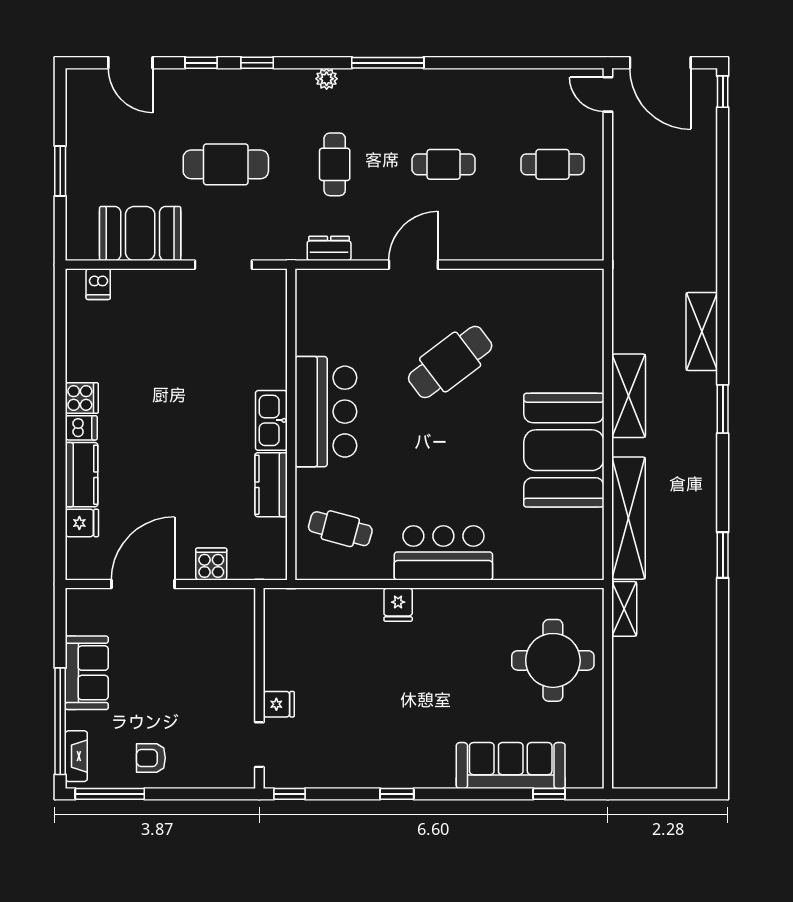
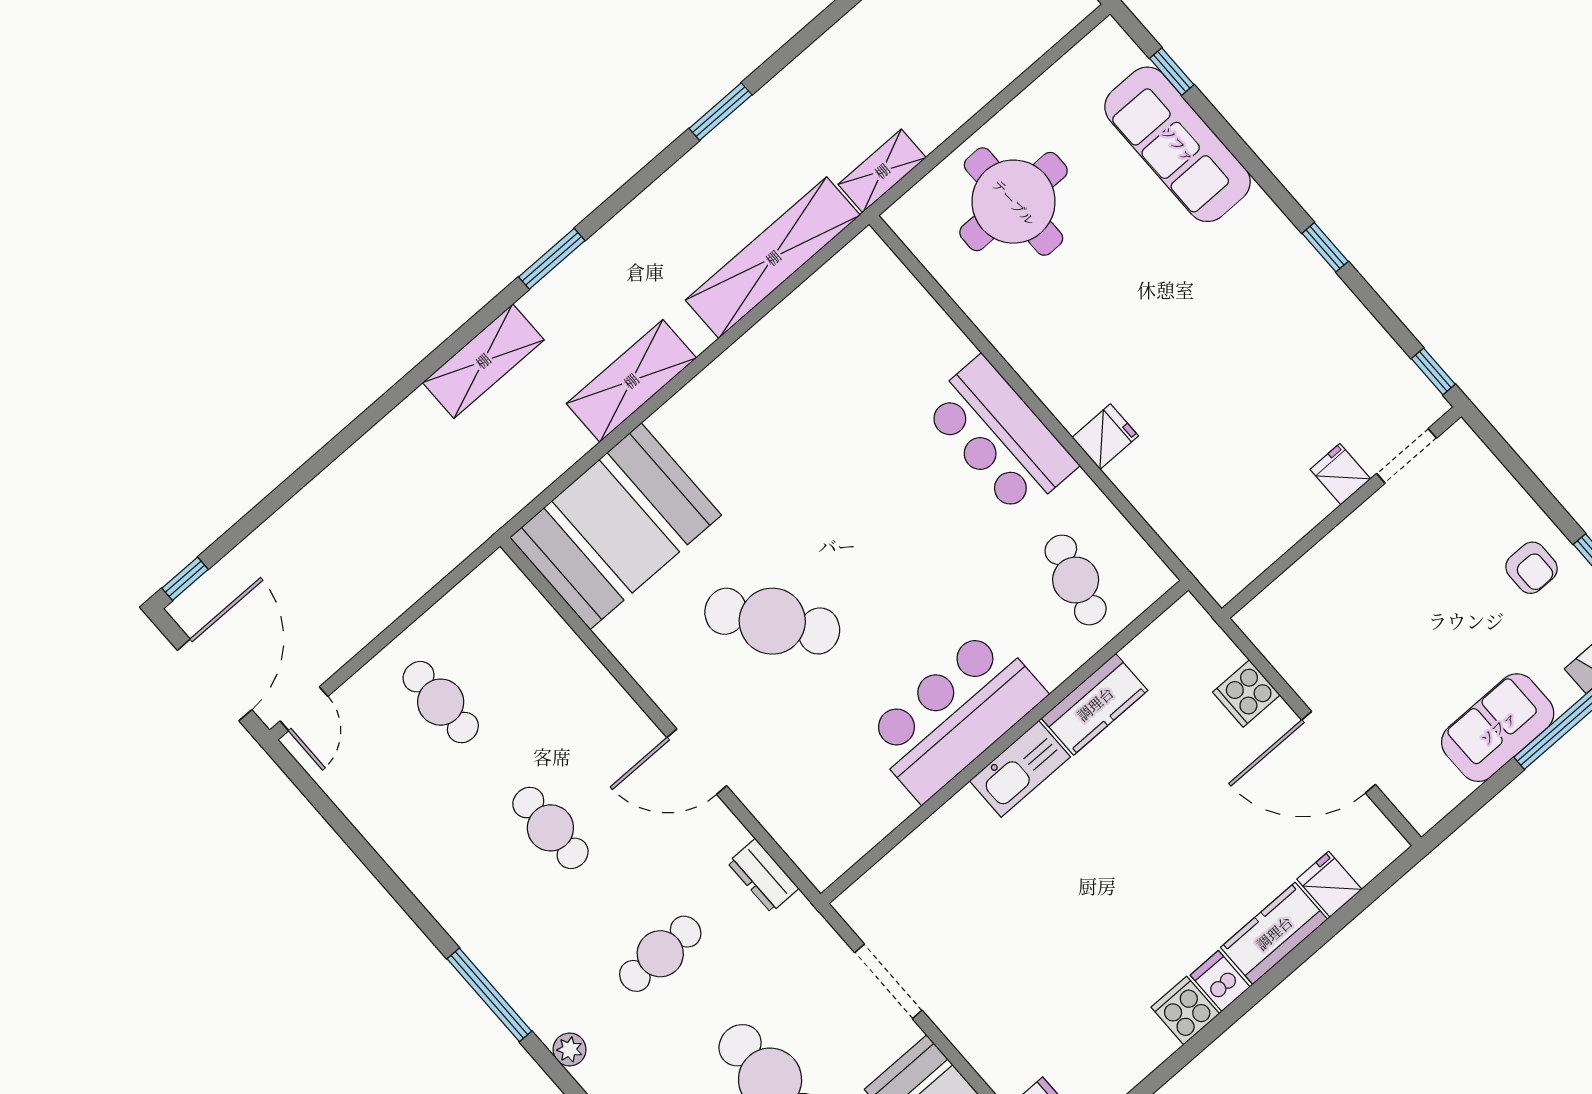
booth: (564, 450) -> (616, 526), moved

